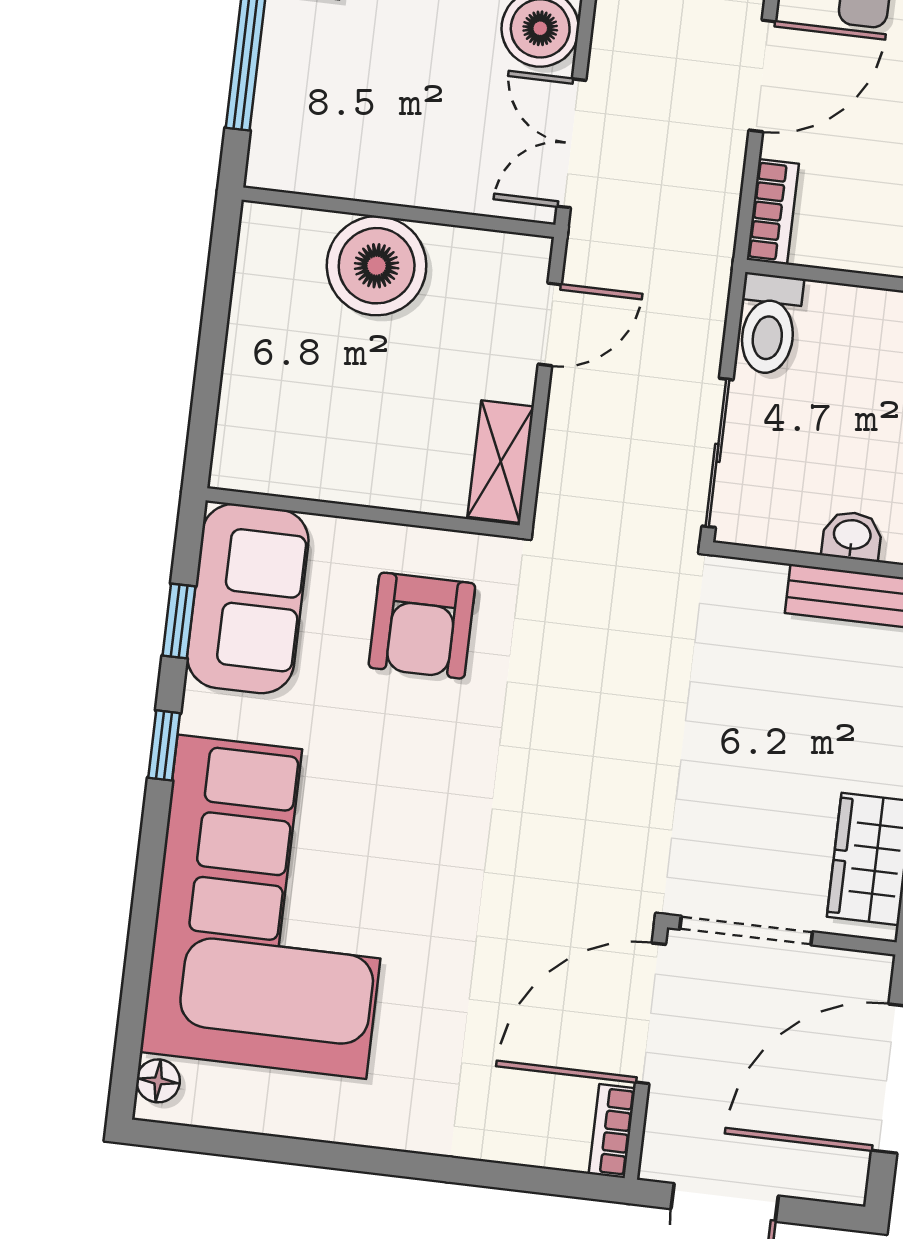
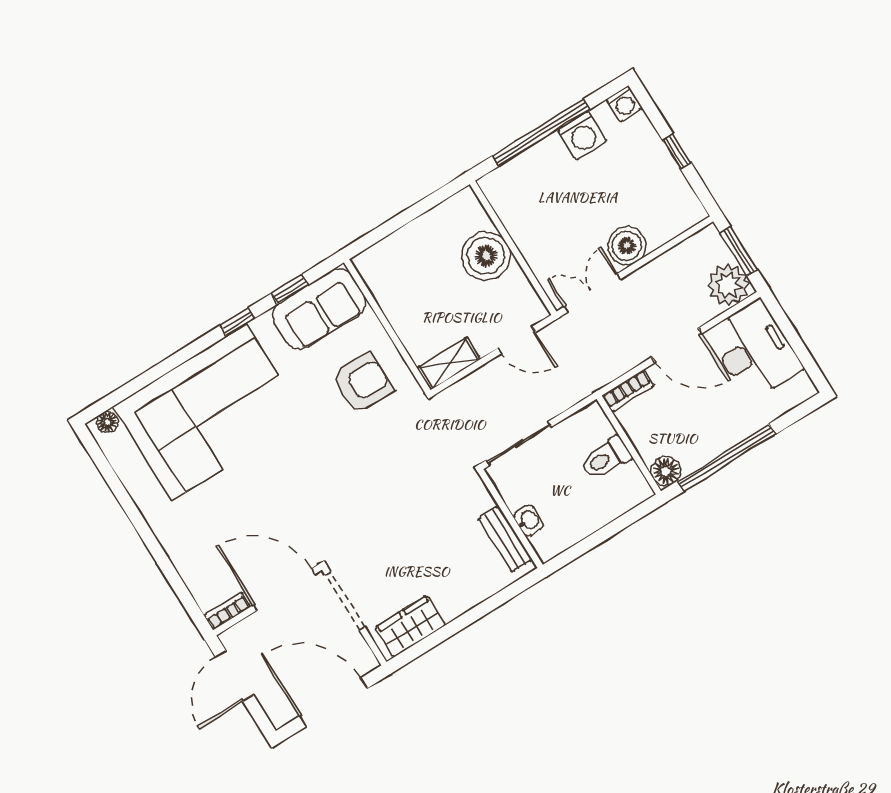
toilet: (769, 324) -> (605, 458), moved
armchair: (422, 626) -> (362, 383), turned 180

